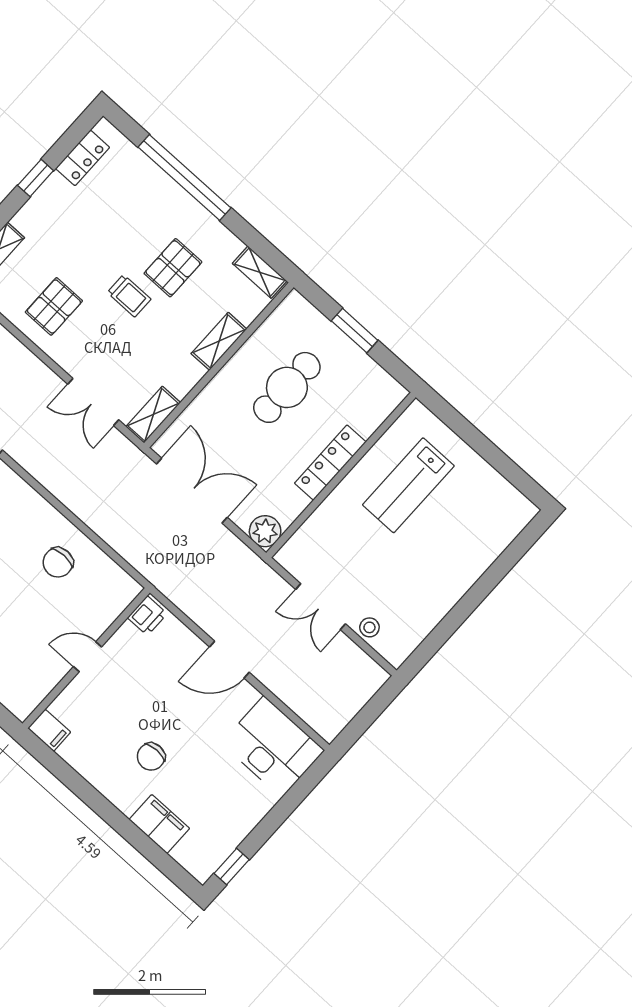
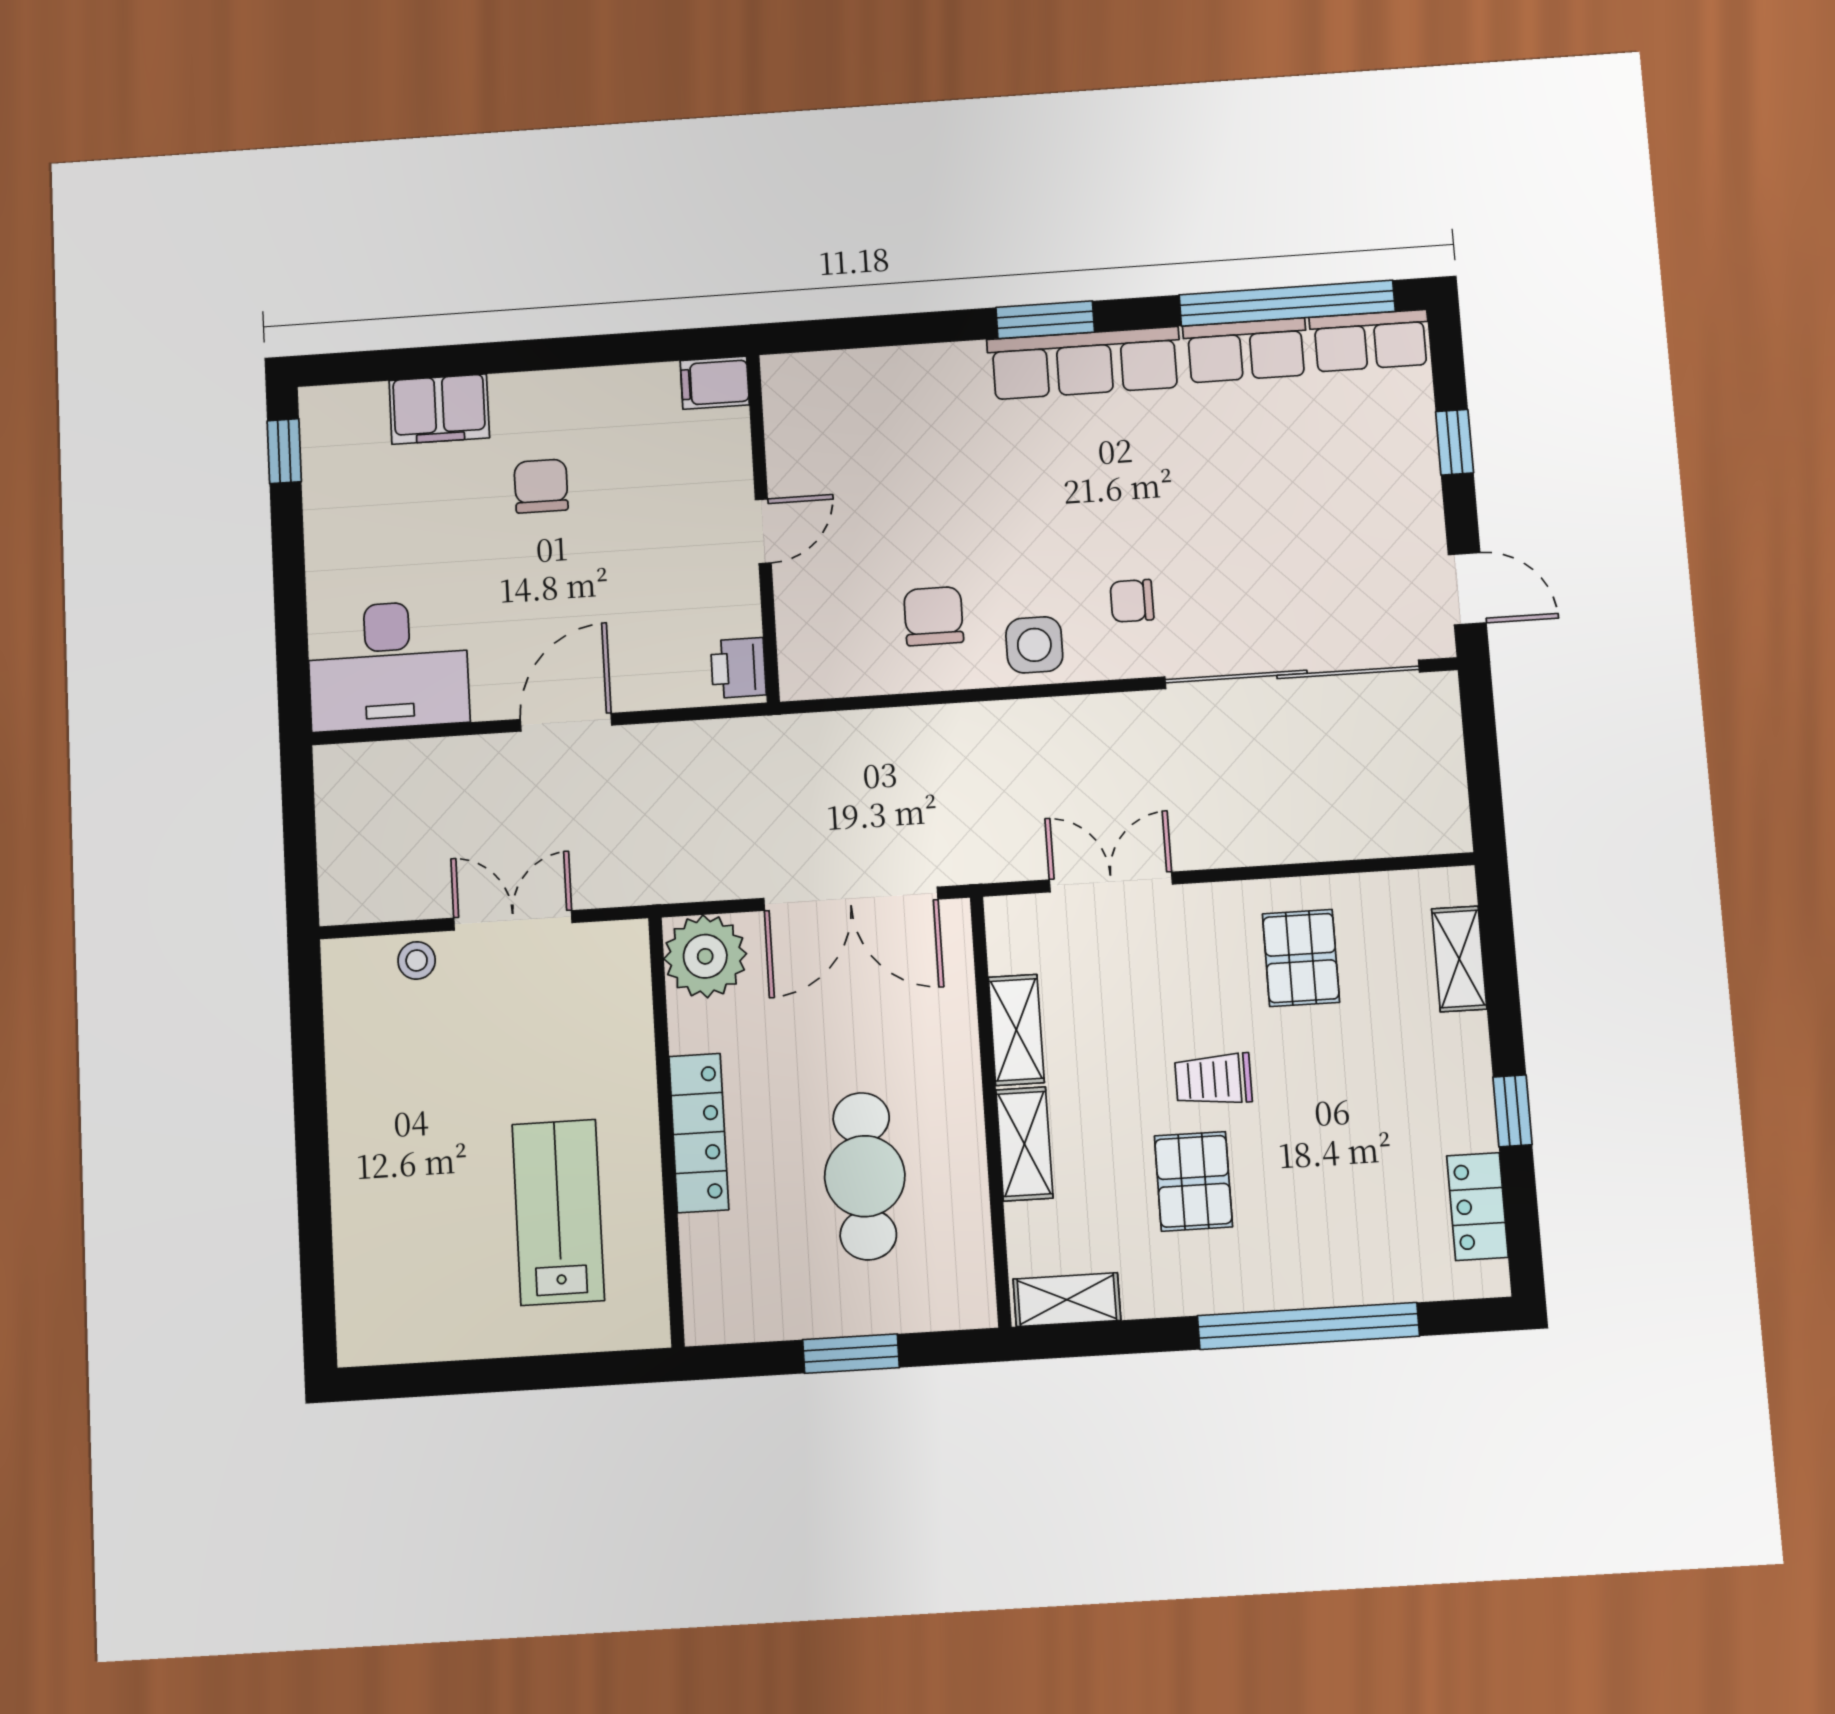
shelving: (153, 415) -> (1016, 1030), moved
side table: (33, 515) -> (1034, 645), added
plant: (265, 531) -> (705, 956), width x1.36, depth x1.36

